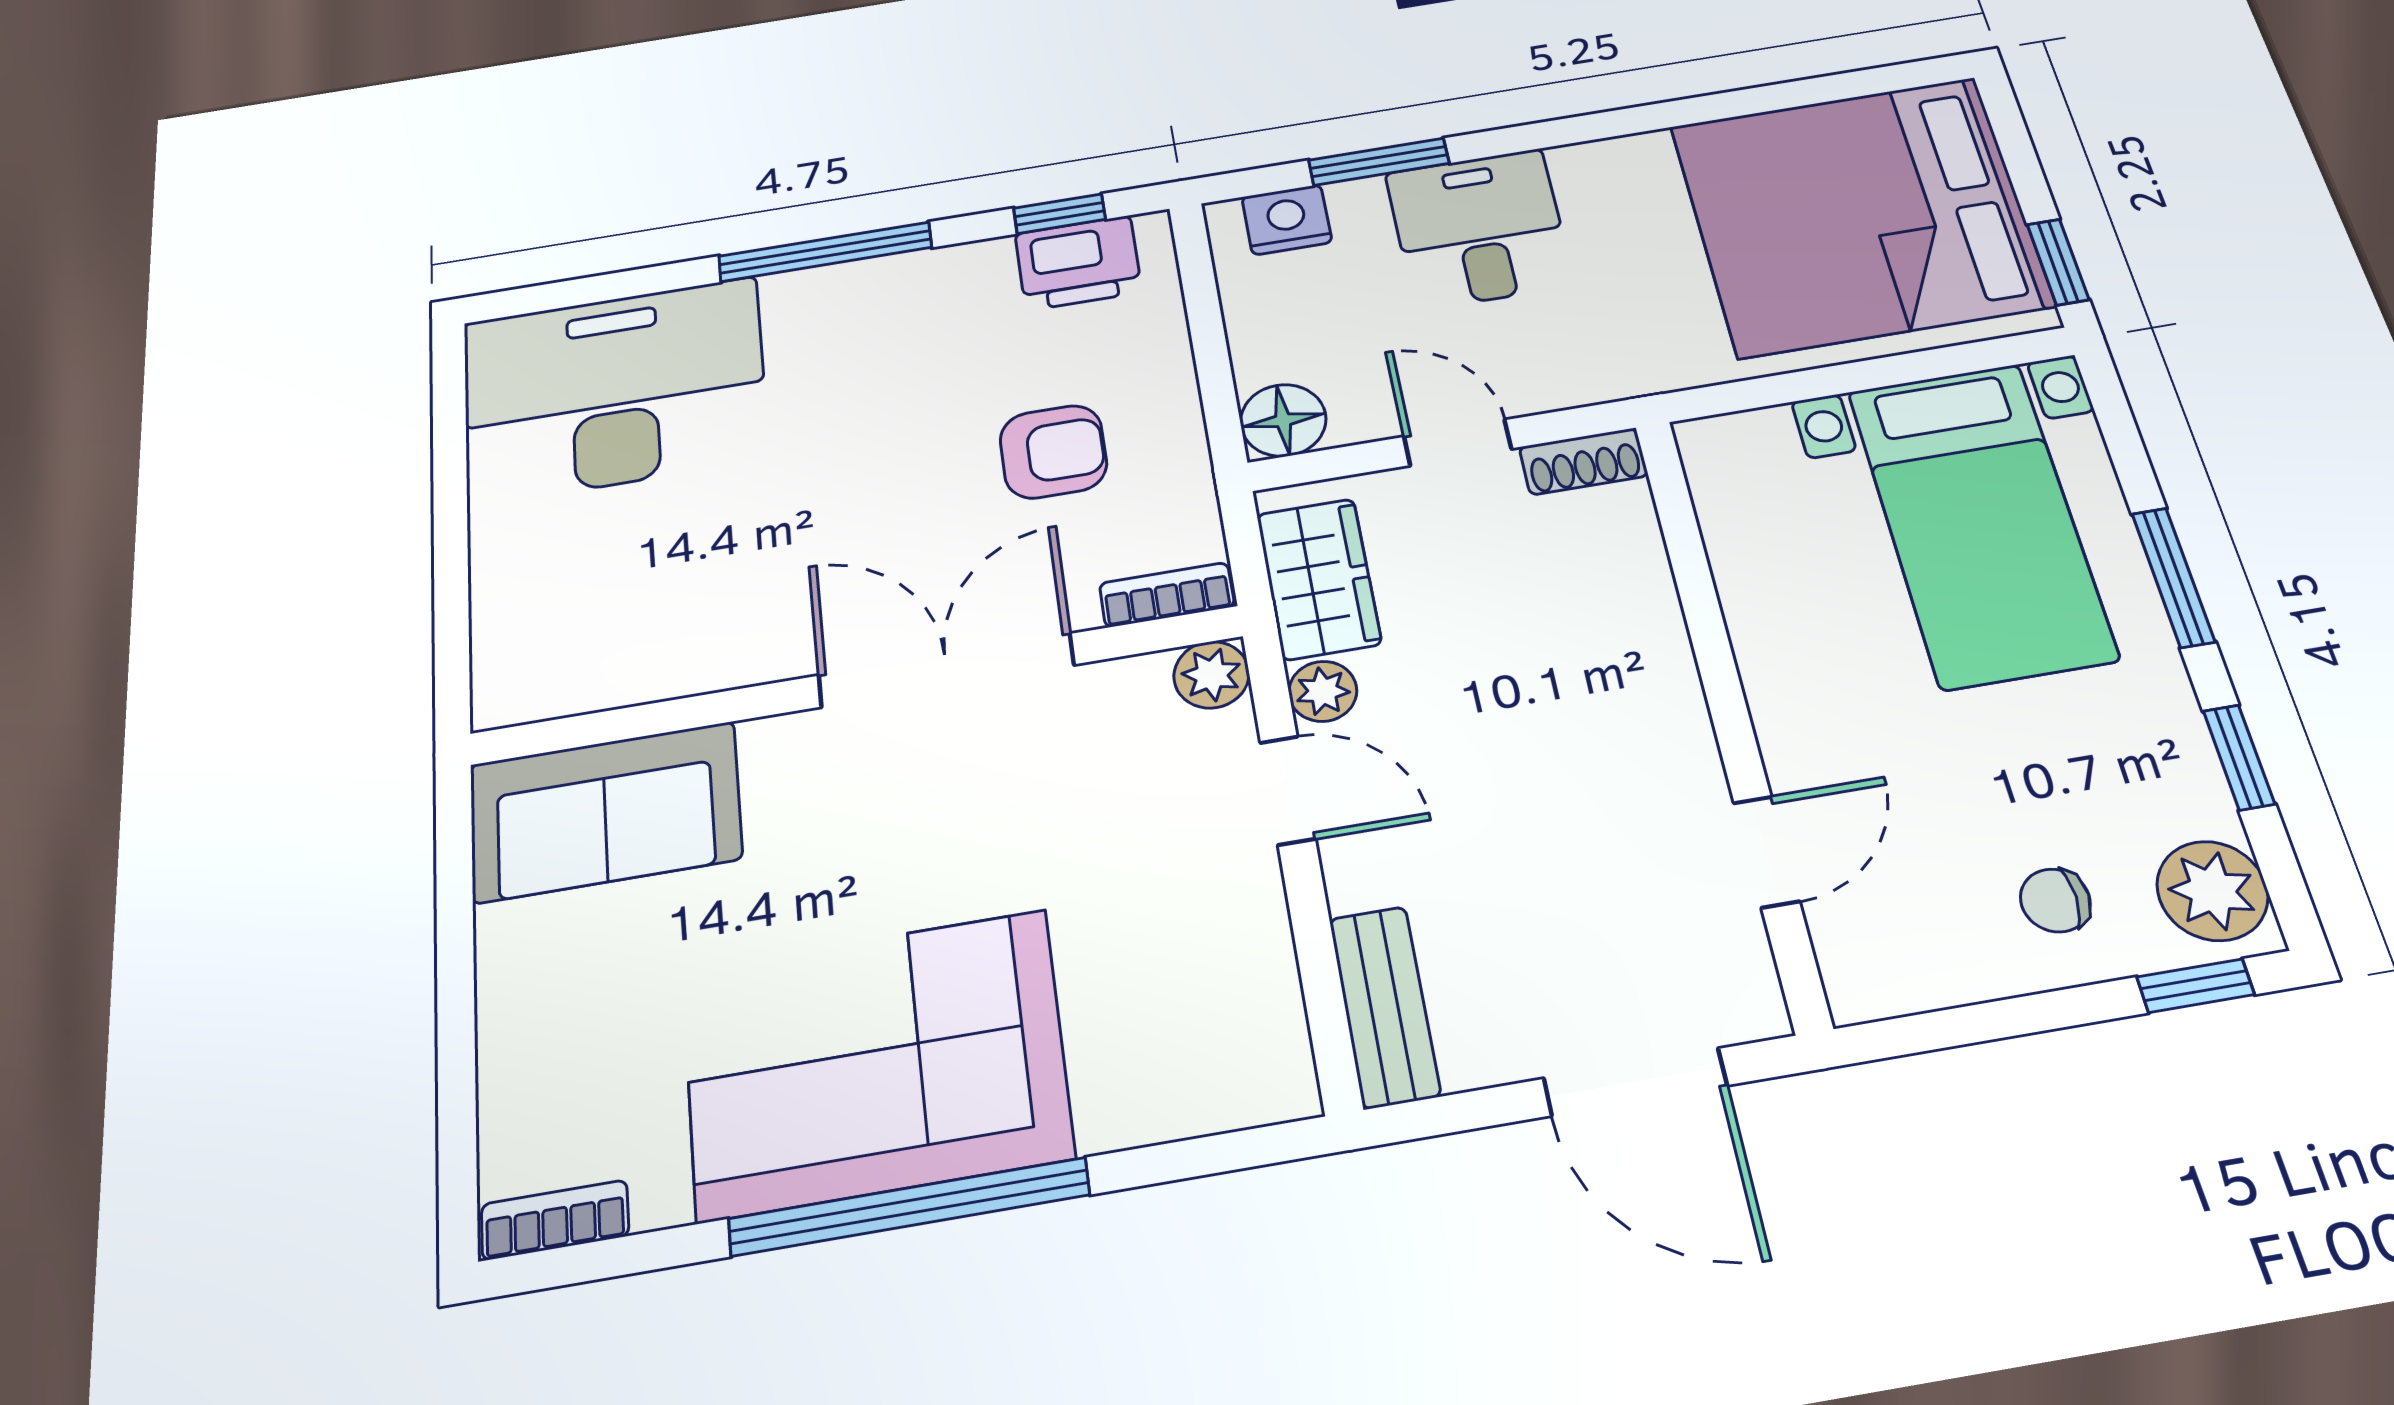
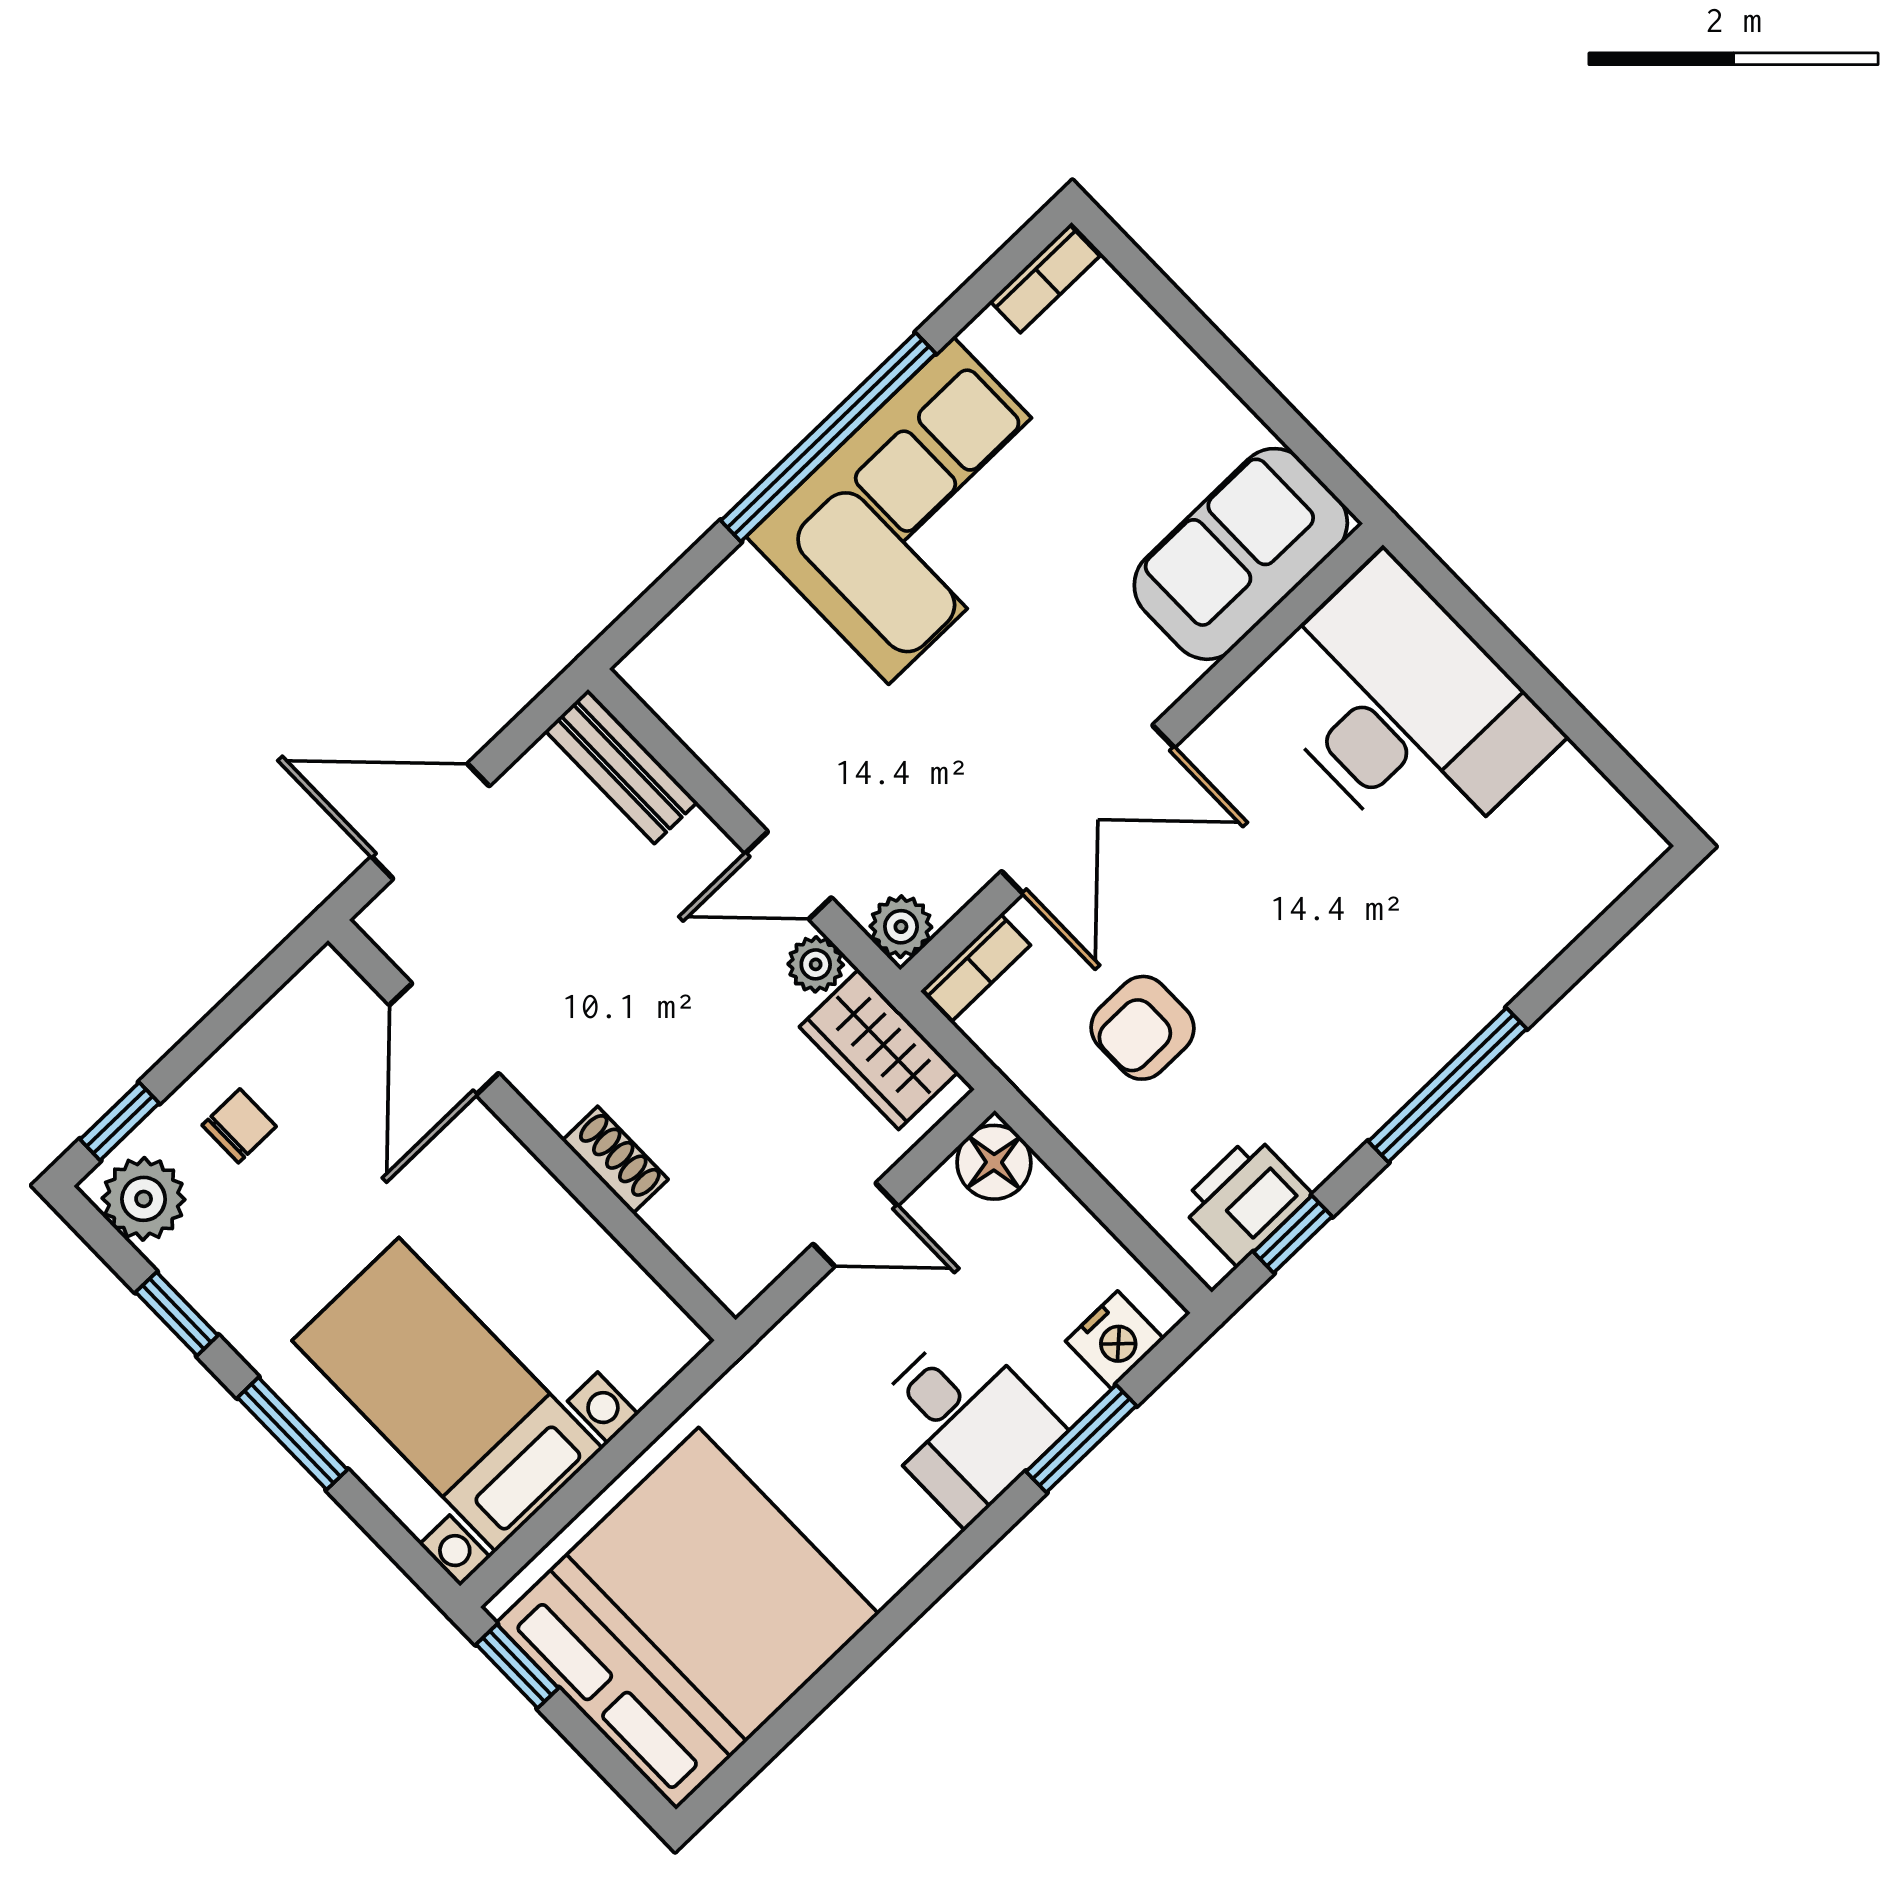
desk: (614, 390) -> (1405, 710), moved, turned -90
shoe rack: (1584, 461) -> (615, 1160), moved, turned 90
door: (1766, 852) -> (444, 1039), width x1.38

